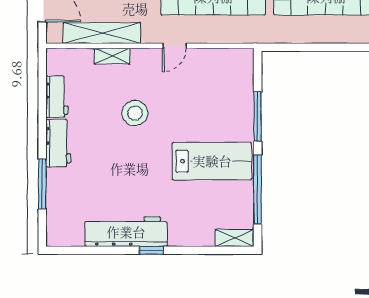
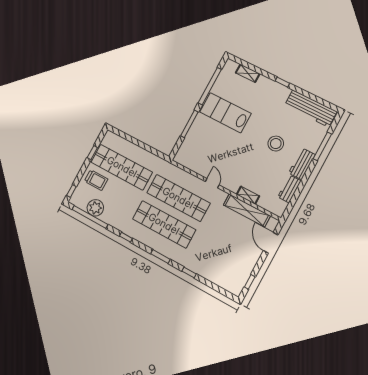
door: (174, 46) -> (212, 183), hinge flipped
stool: (135, 113) -> (276, 144), moved
workbench: (126, 232) -> (311, 108), moved
shelving: (235, 238) -> (248, 73), moved

